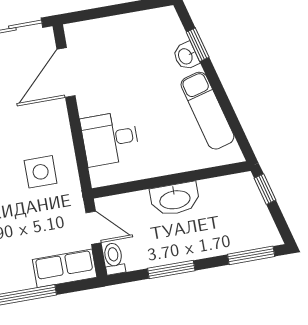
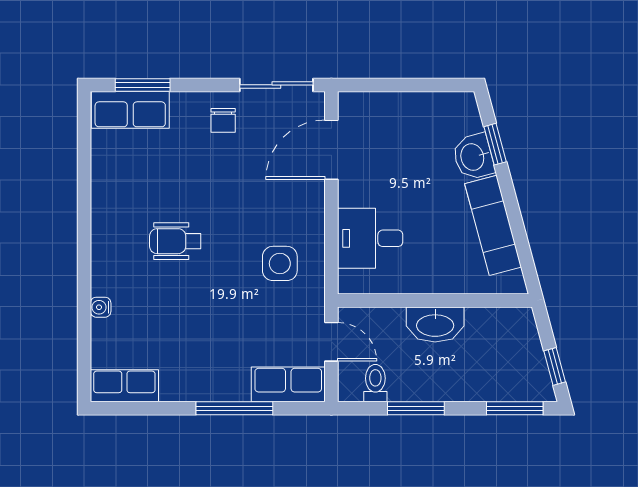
washbasin: (186, 56) -> (473, 157), width x1.38, depth x1.45
window: (265, 189) -> (555, 366), moved
toilet: (114, 259) -> (375, 383), moved

